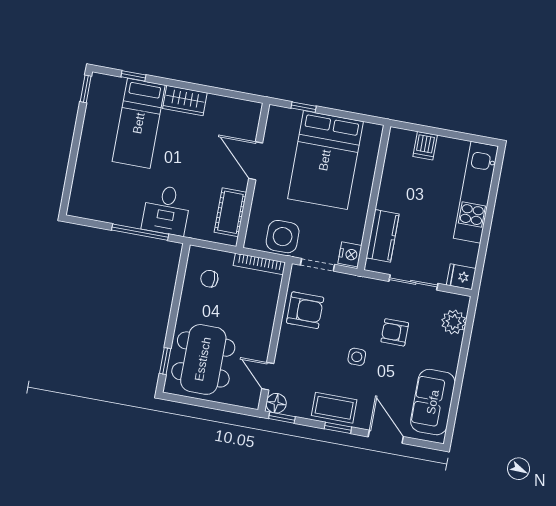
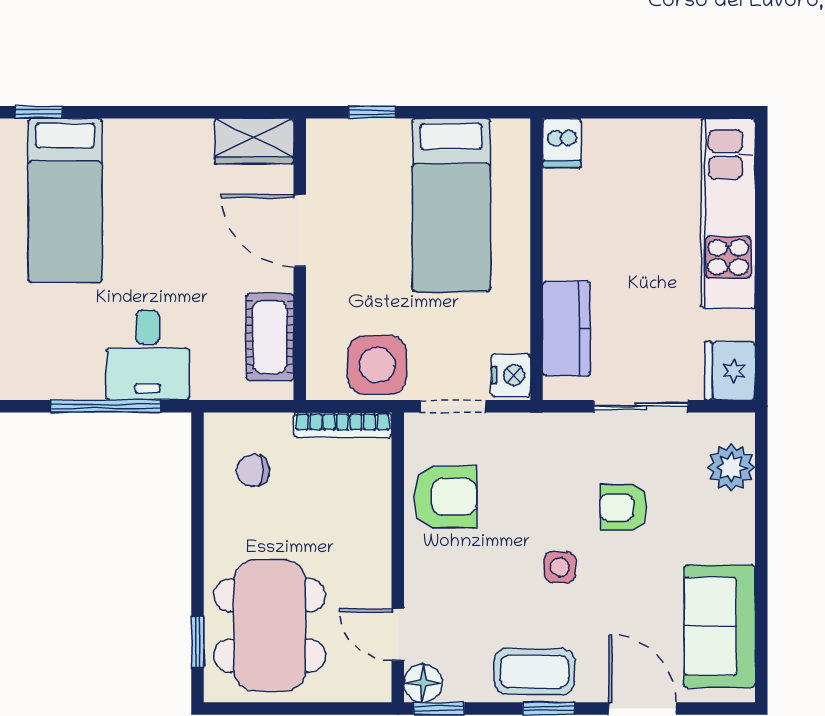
wardrobe: (185, 101) -> (254, 141), moved
dishwasher: (425, 146) -> (562, 143), moved
bed: (325, 160) -> (451, 205), width x0.67
fridge: (461, 277) -> (730, 371), width x1.38

